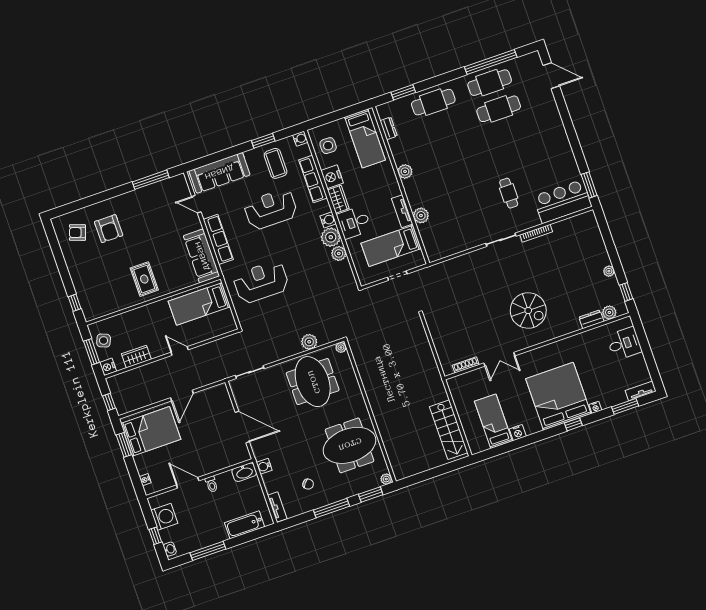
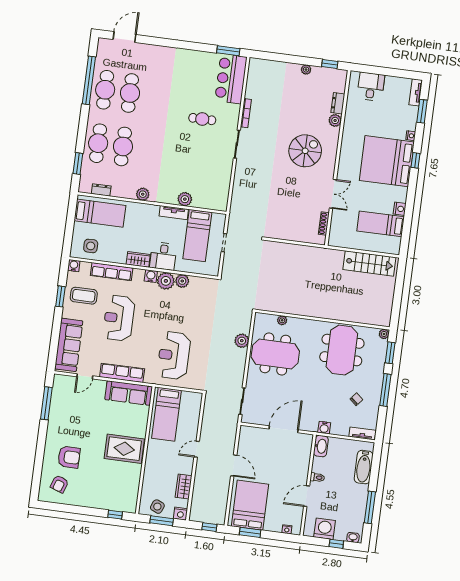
cafe table: (442, 128) -> (123, 146), added
nightstand: (332, 177) -> (117, 255), removed
rug: (144, 279) -> (124, 449), width x1.36, depth x1.43
plant: (609, 312) -> (335, 120), moved
plant: (341, 347) -> (282, 320), moved

